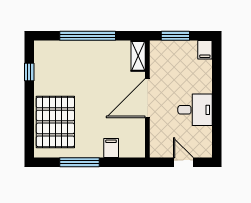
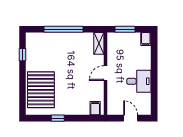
door: (147, 98) -> (105, 73), width x0.53
filing cabinet: (111, 148) -> (95, 108), moved
window: (79, 162) -> (58, 118), width x0.46

